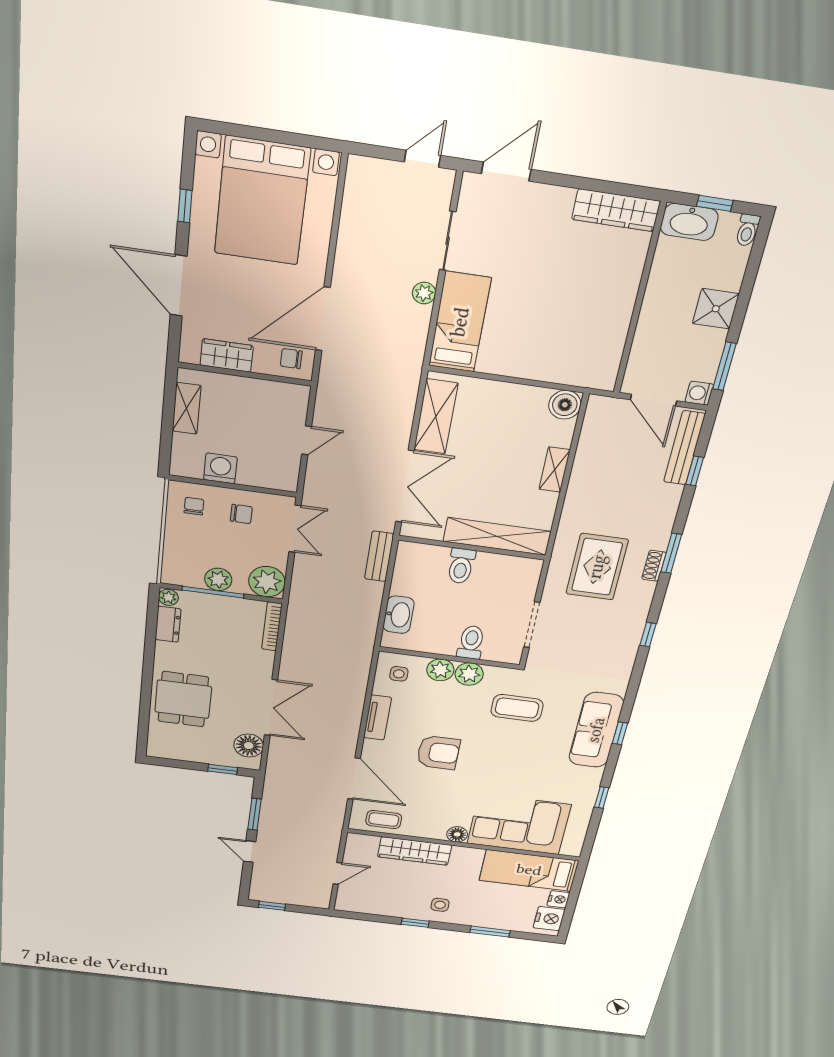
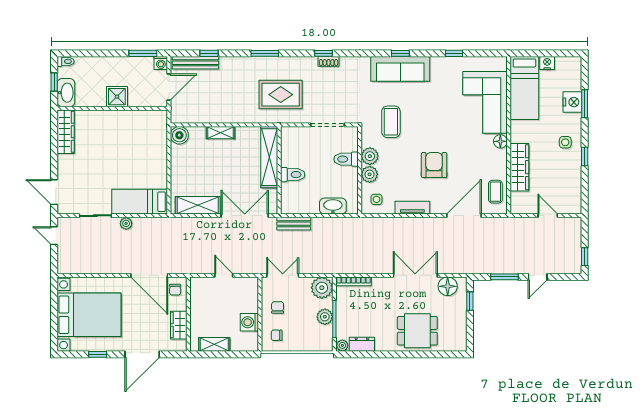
shower: (716, 309) -> (117, 97), moved
shoe rack: (654, 566) -> (329, 61), moved
nightstand: (549, 919) -> (572, 102), moved, turned 90

